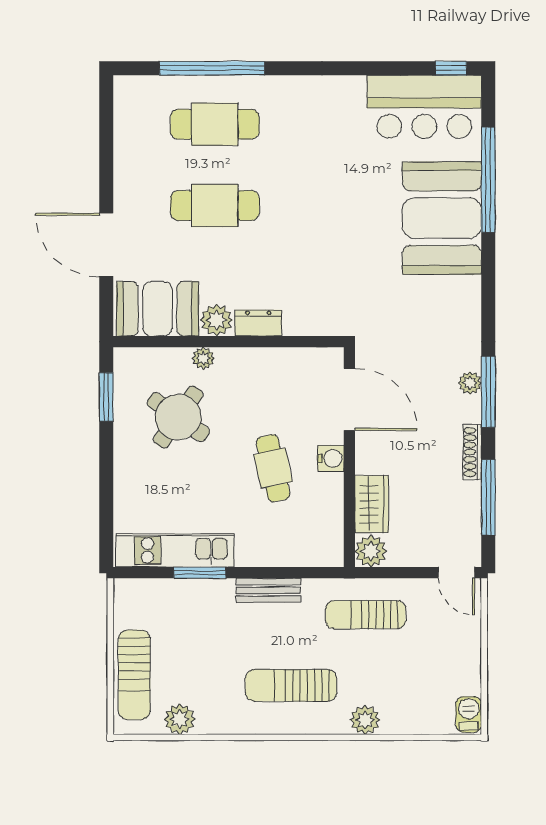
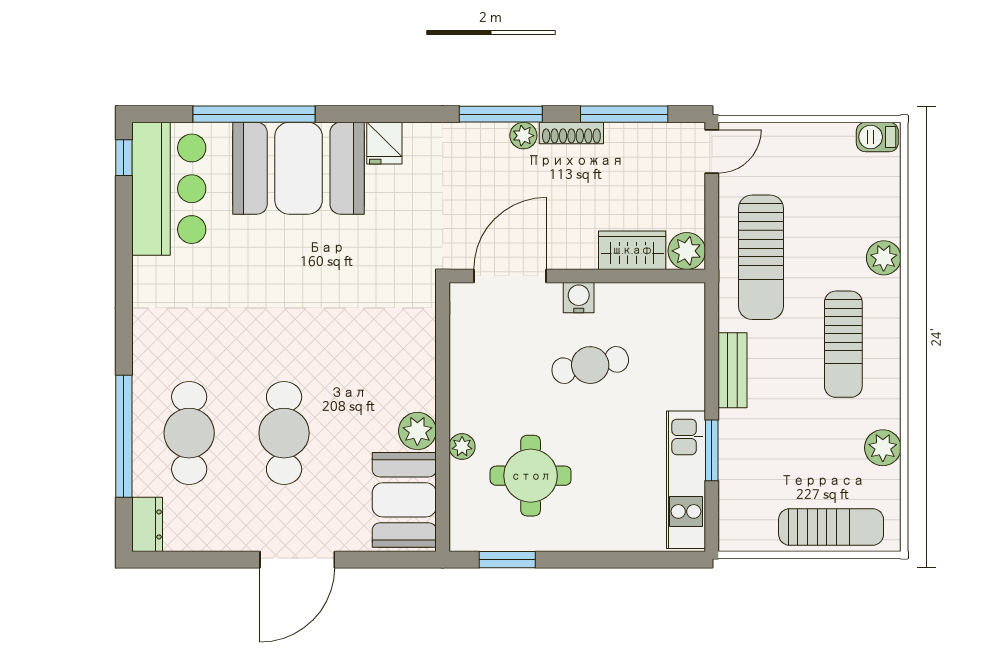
door: (106, 245) -> (297, 560), moved
fridge: (463, 292) -> (384, 143), added
dresser: (258, 323) -> (147, 524), moved, turned 180
plant: (470, 383) -> (523, 136), moved
round table: (178, 417) -> (531, 476), turned -35
sun lounger: (366, 615) -> (761, 257), width x1.36, depth x1.34
plant: (180, 719) -> (883, 448), moved

